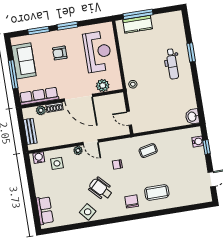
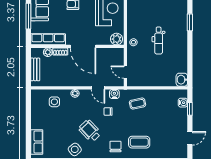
dental chair: (172, 64) -> (159, 41), moved
plant: (103, 85) -> (117, 39), moved
door: (91, 142) -> (98, 88), moved
water cooler: (39, 158) -> (114, 94), moved

